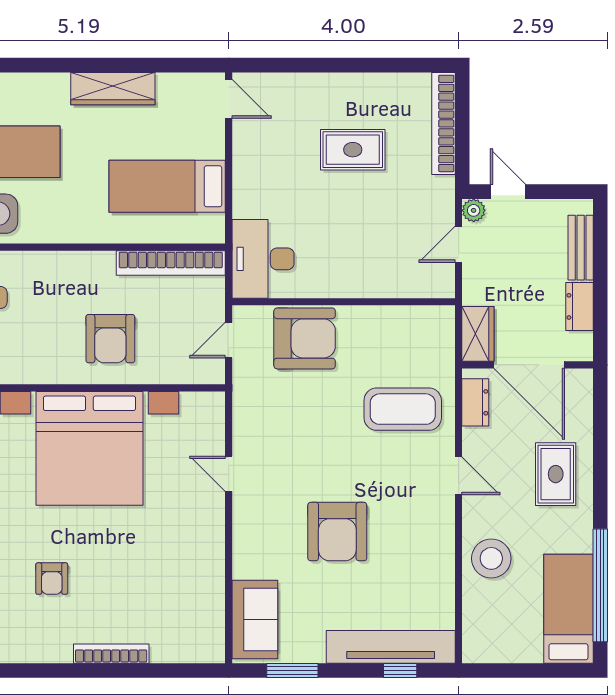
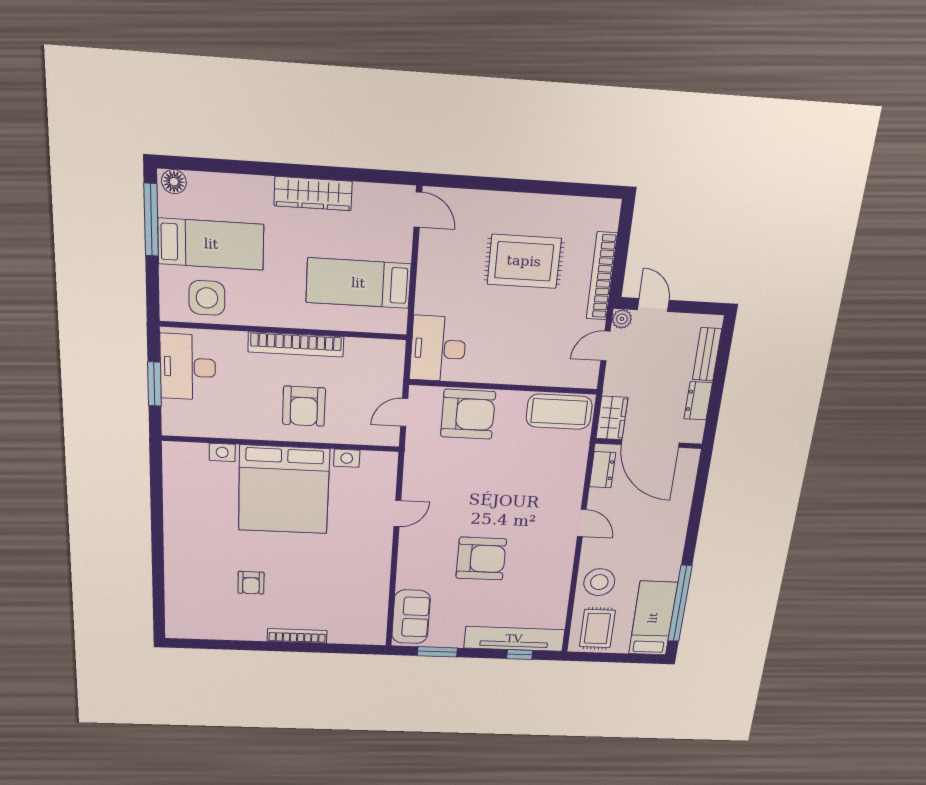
bookcase: (443, 123) -> (602, 276), moved
rug: (353, 150) -> (524, 261), width x1.36, depth x1.43
bookcase: (171, 263) -> (296, 344), moved
coffee table: (403, 409) -> (559, 412), moved
door: (229, 474) -> (397, 514), swing flipped
rug: (556, 474) -> (597, 628), moved
armchair: (337, 532) -> (481, 559), turned -90

